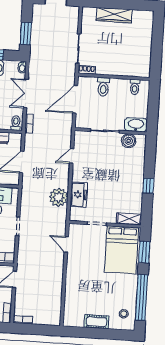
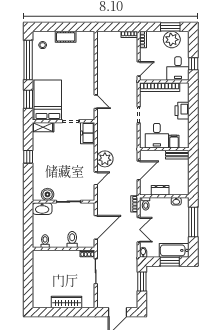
freezer: (79, 195) -> (88, 133), moved
plant: (59, 197) -> (105, 159), moved

